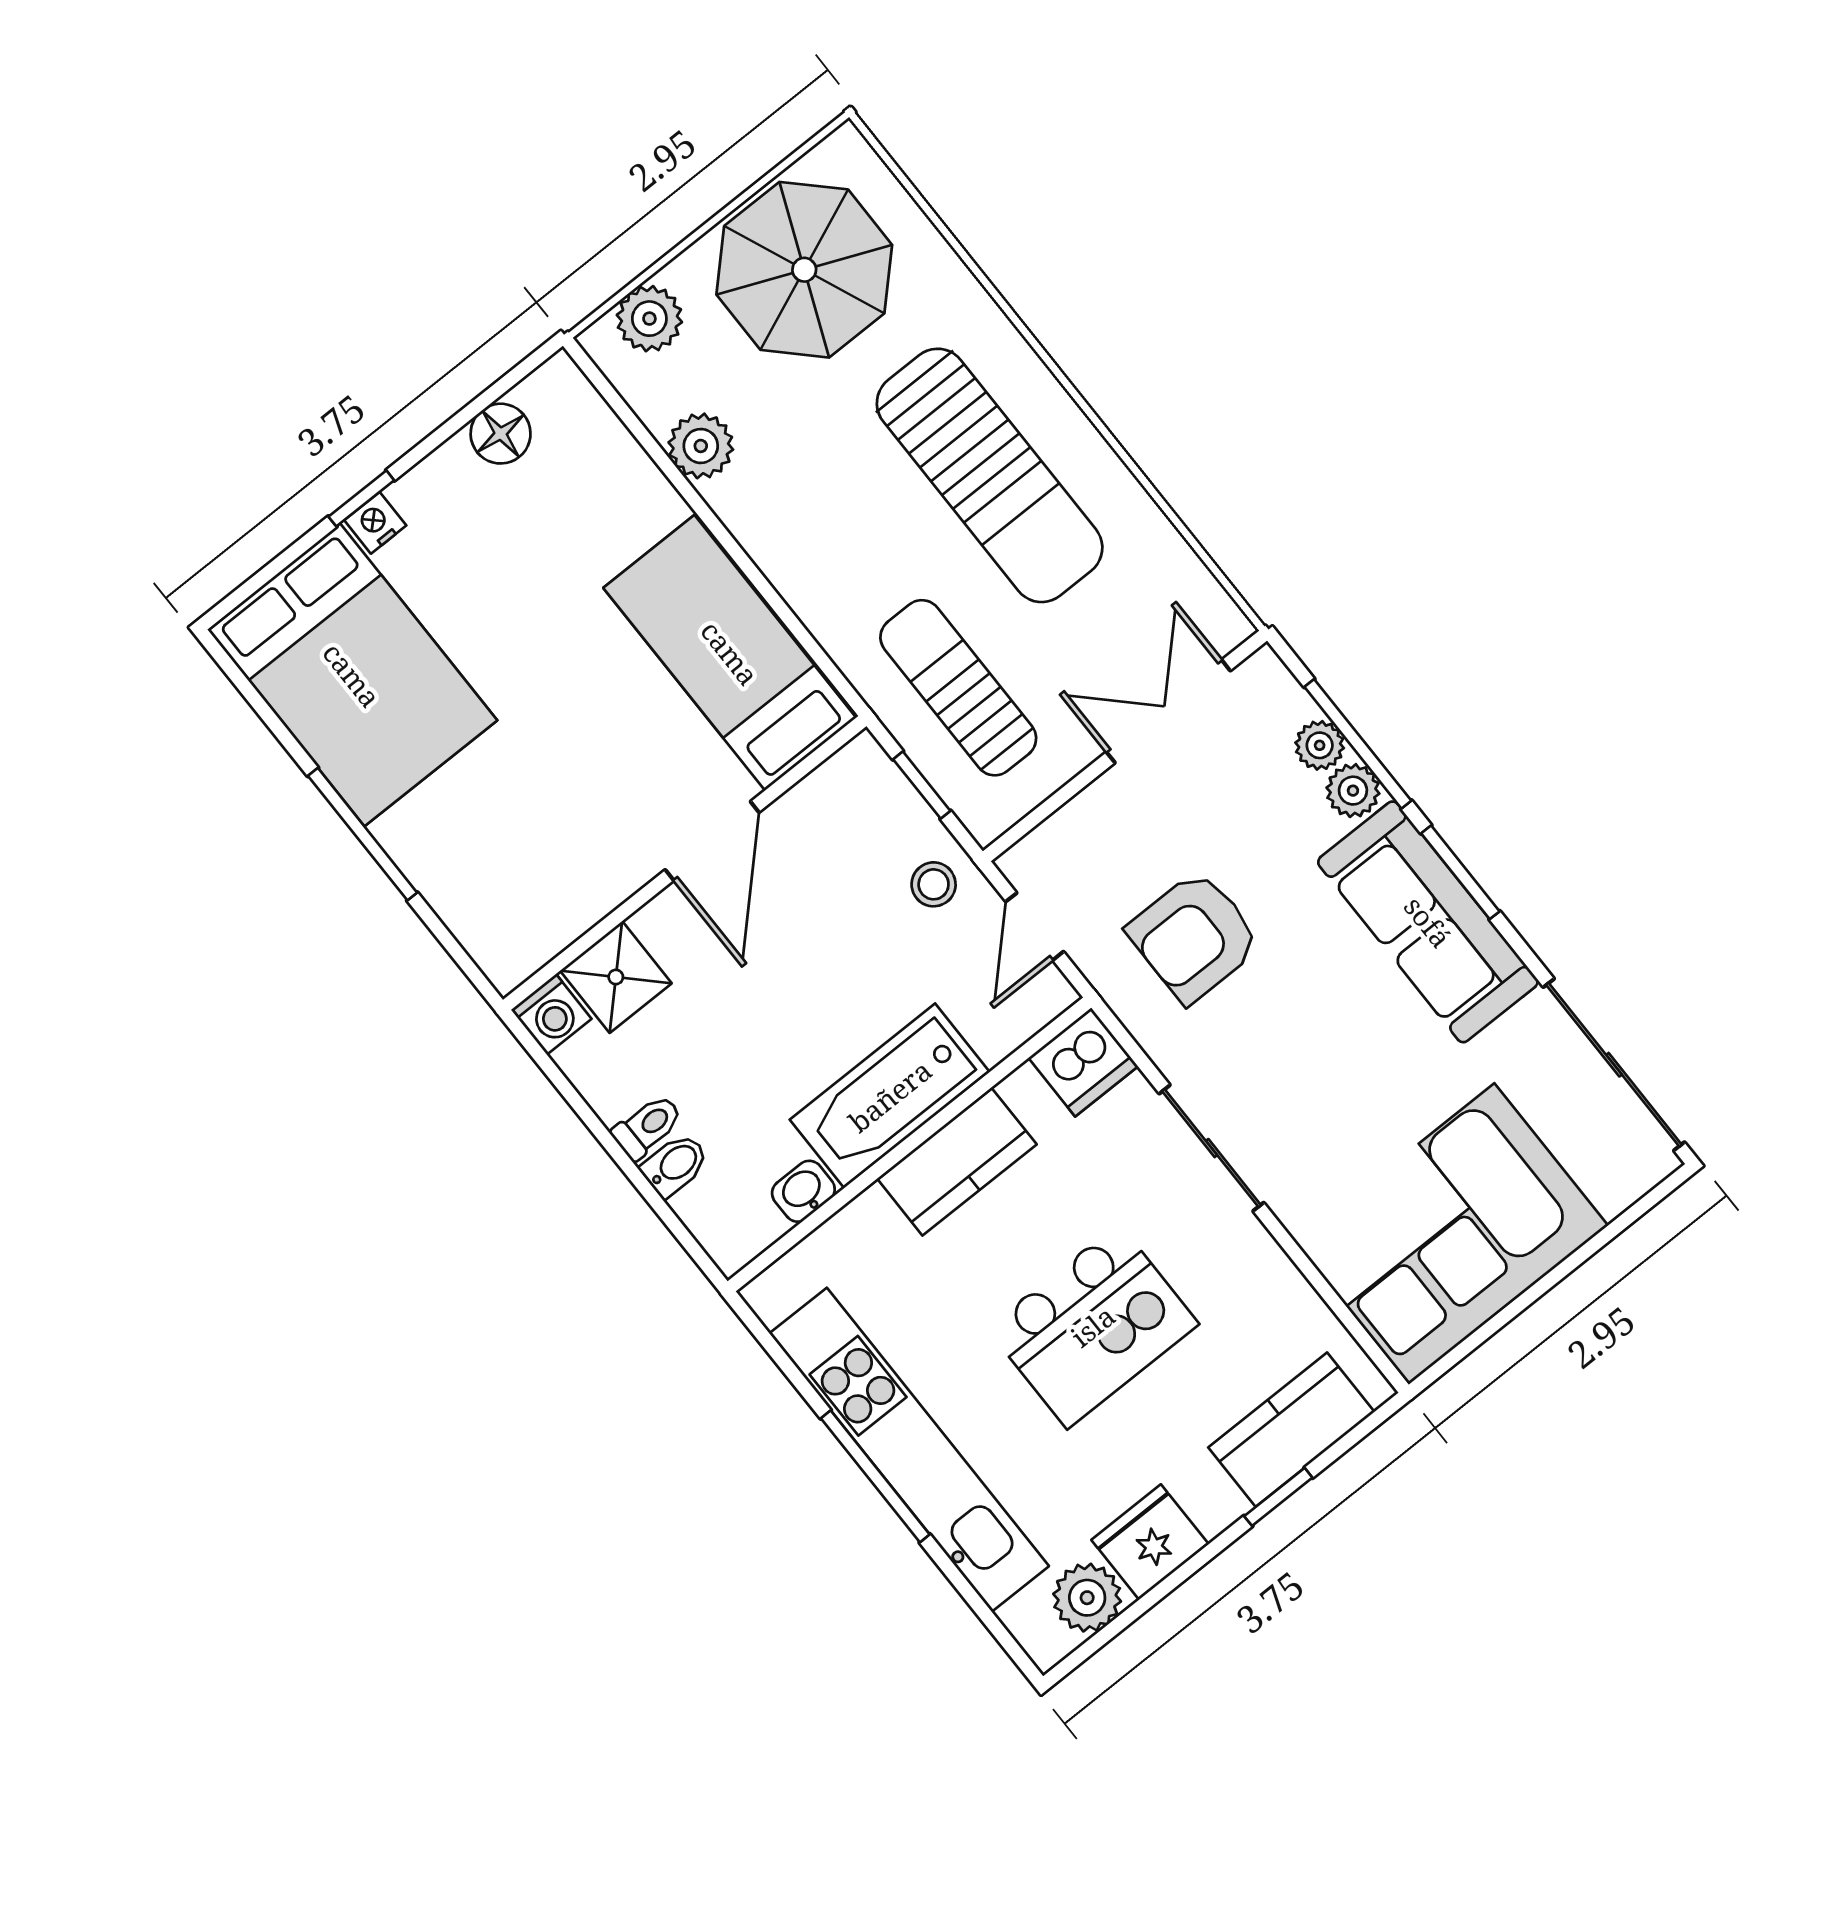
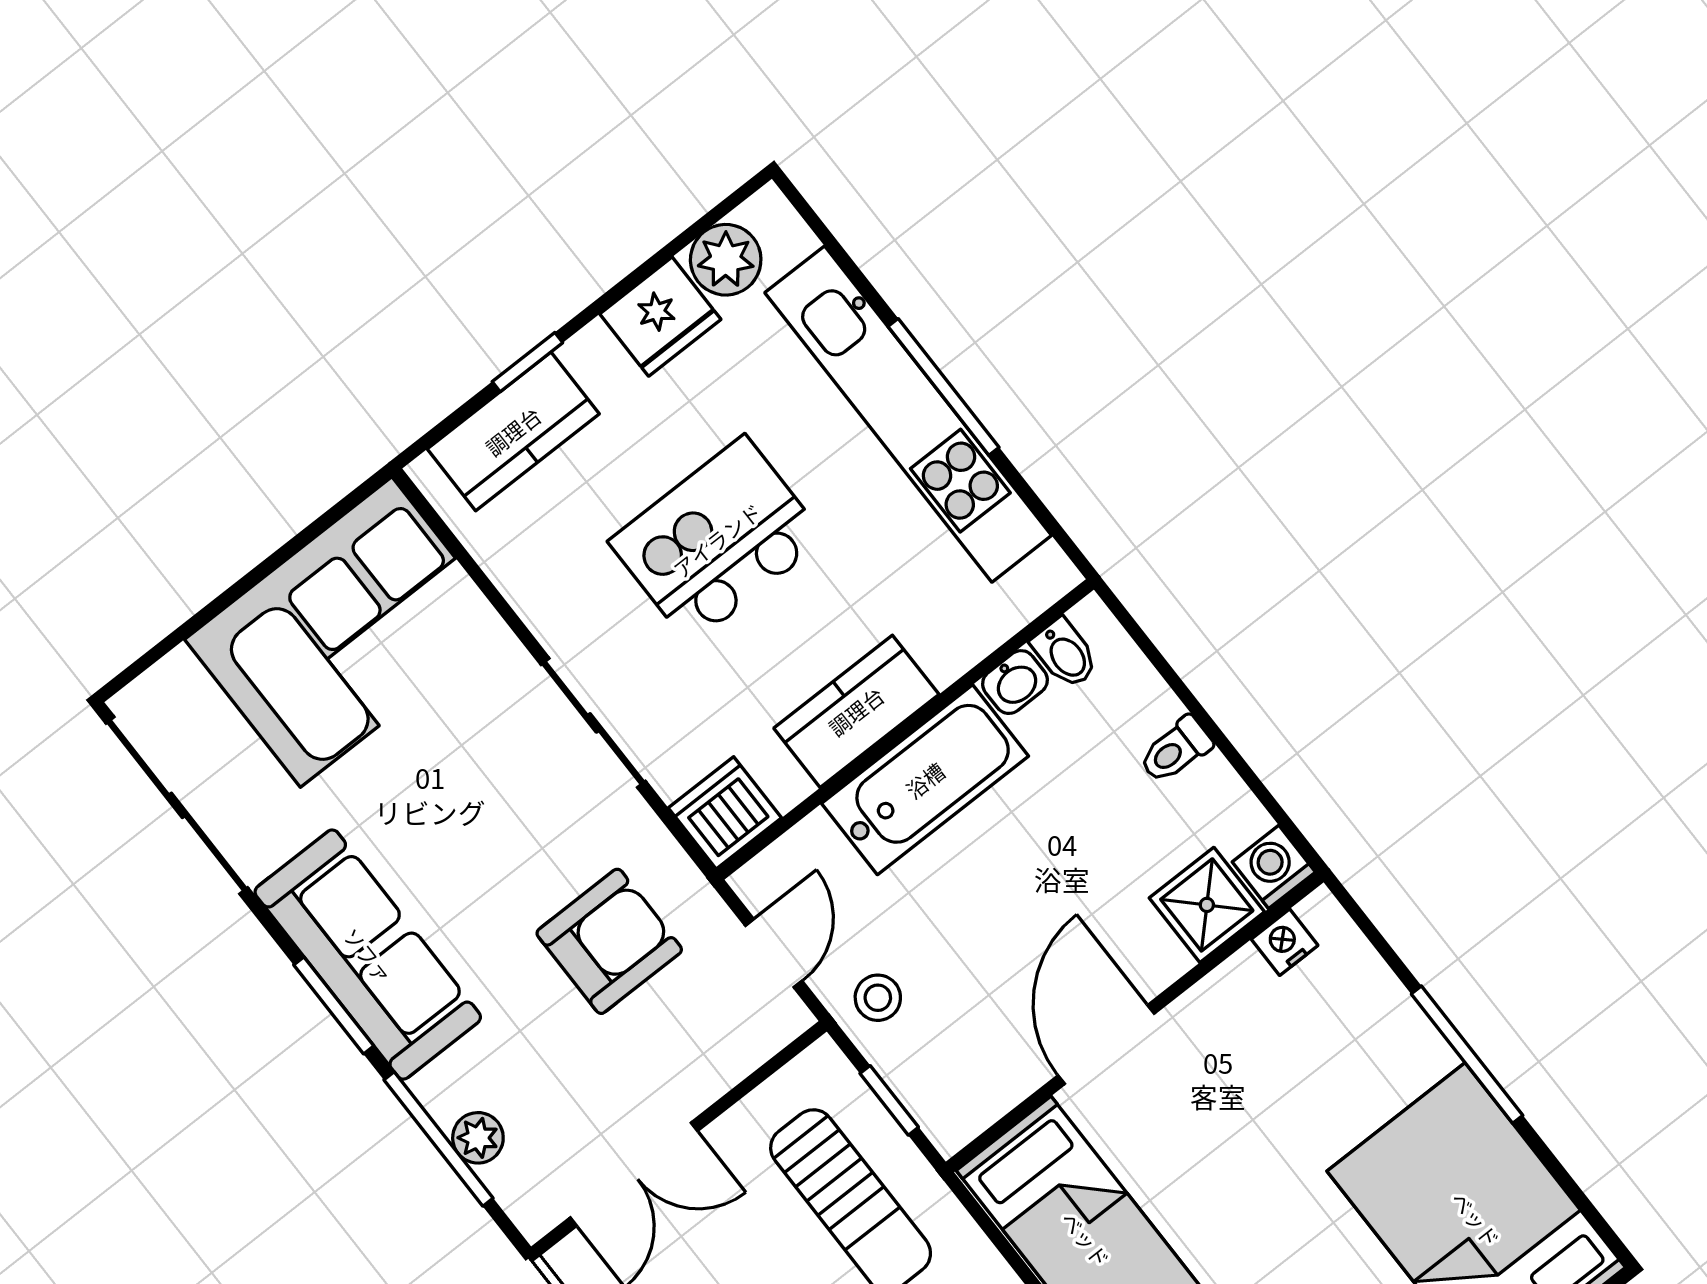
plant: (1353, 791) -> (444, 1091), removed
nightstand: (540, 941) -> (1285, 942), added
bidet: (675, 1165) -> (1065, 654), moved, turned -90

